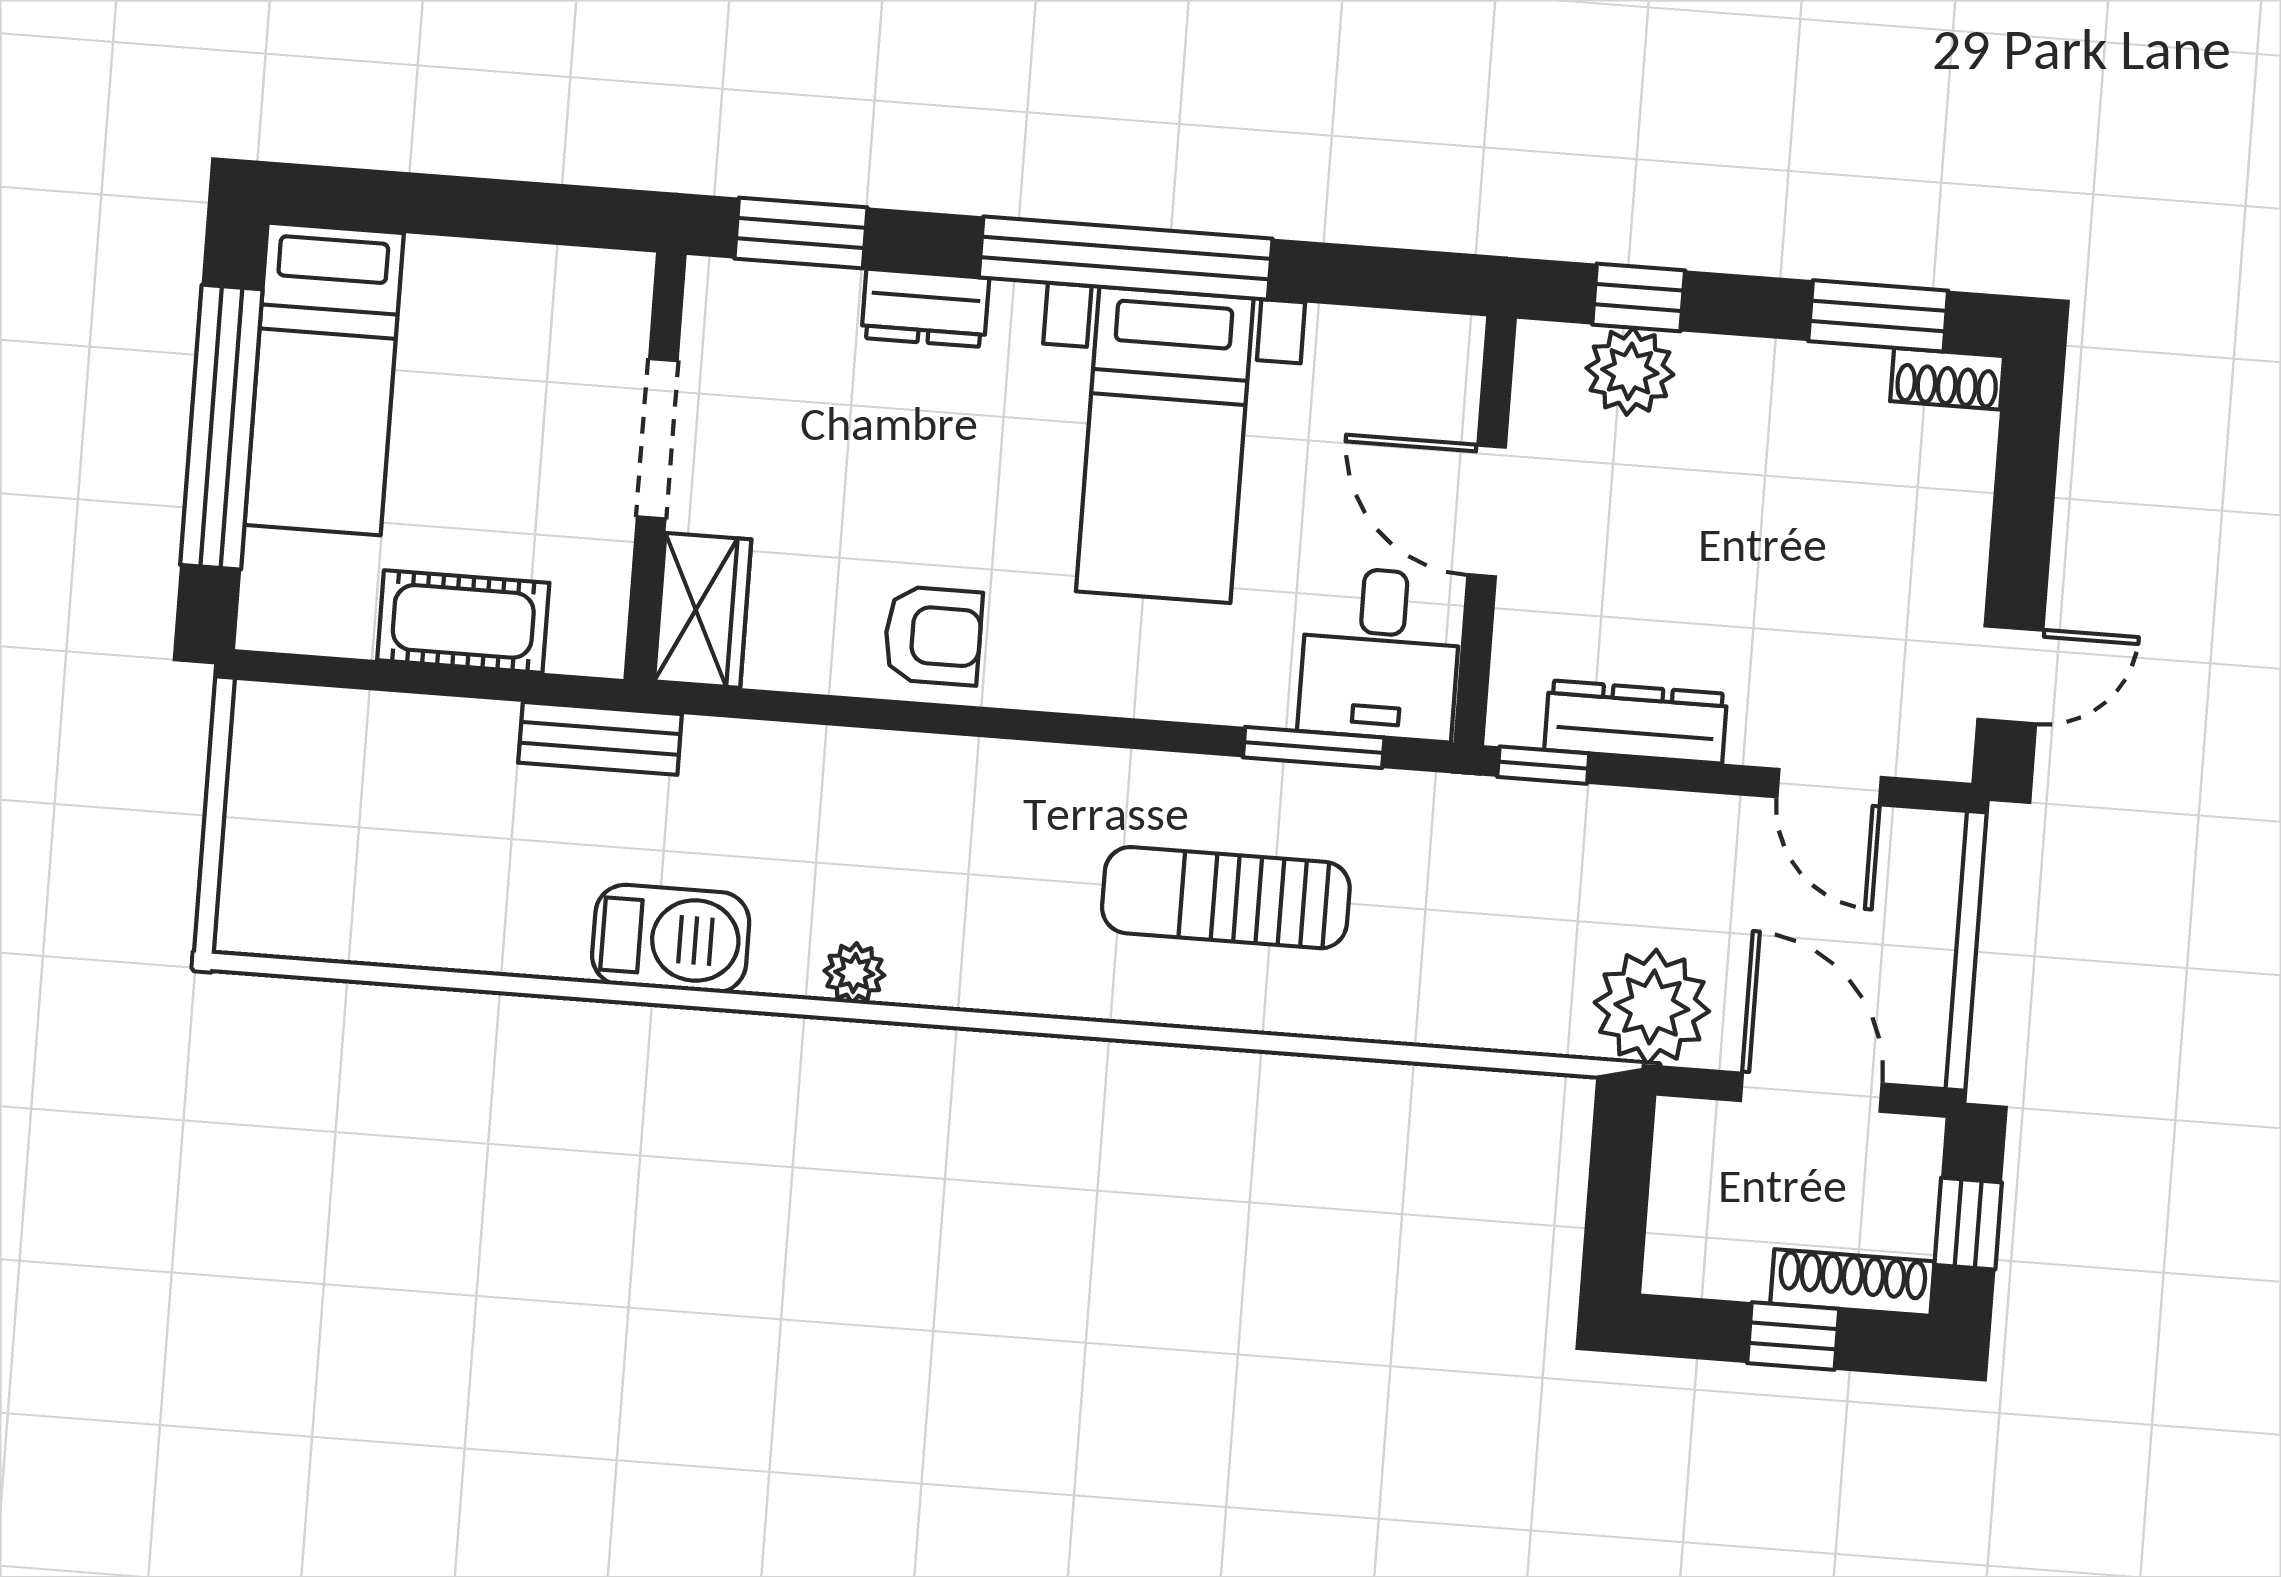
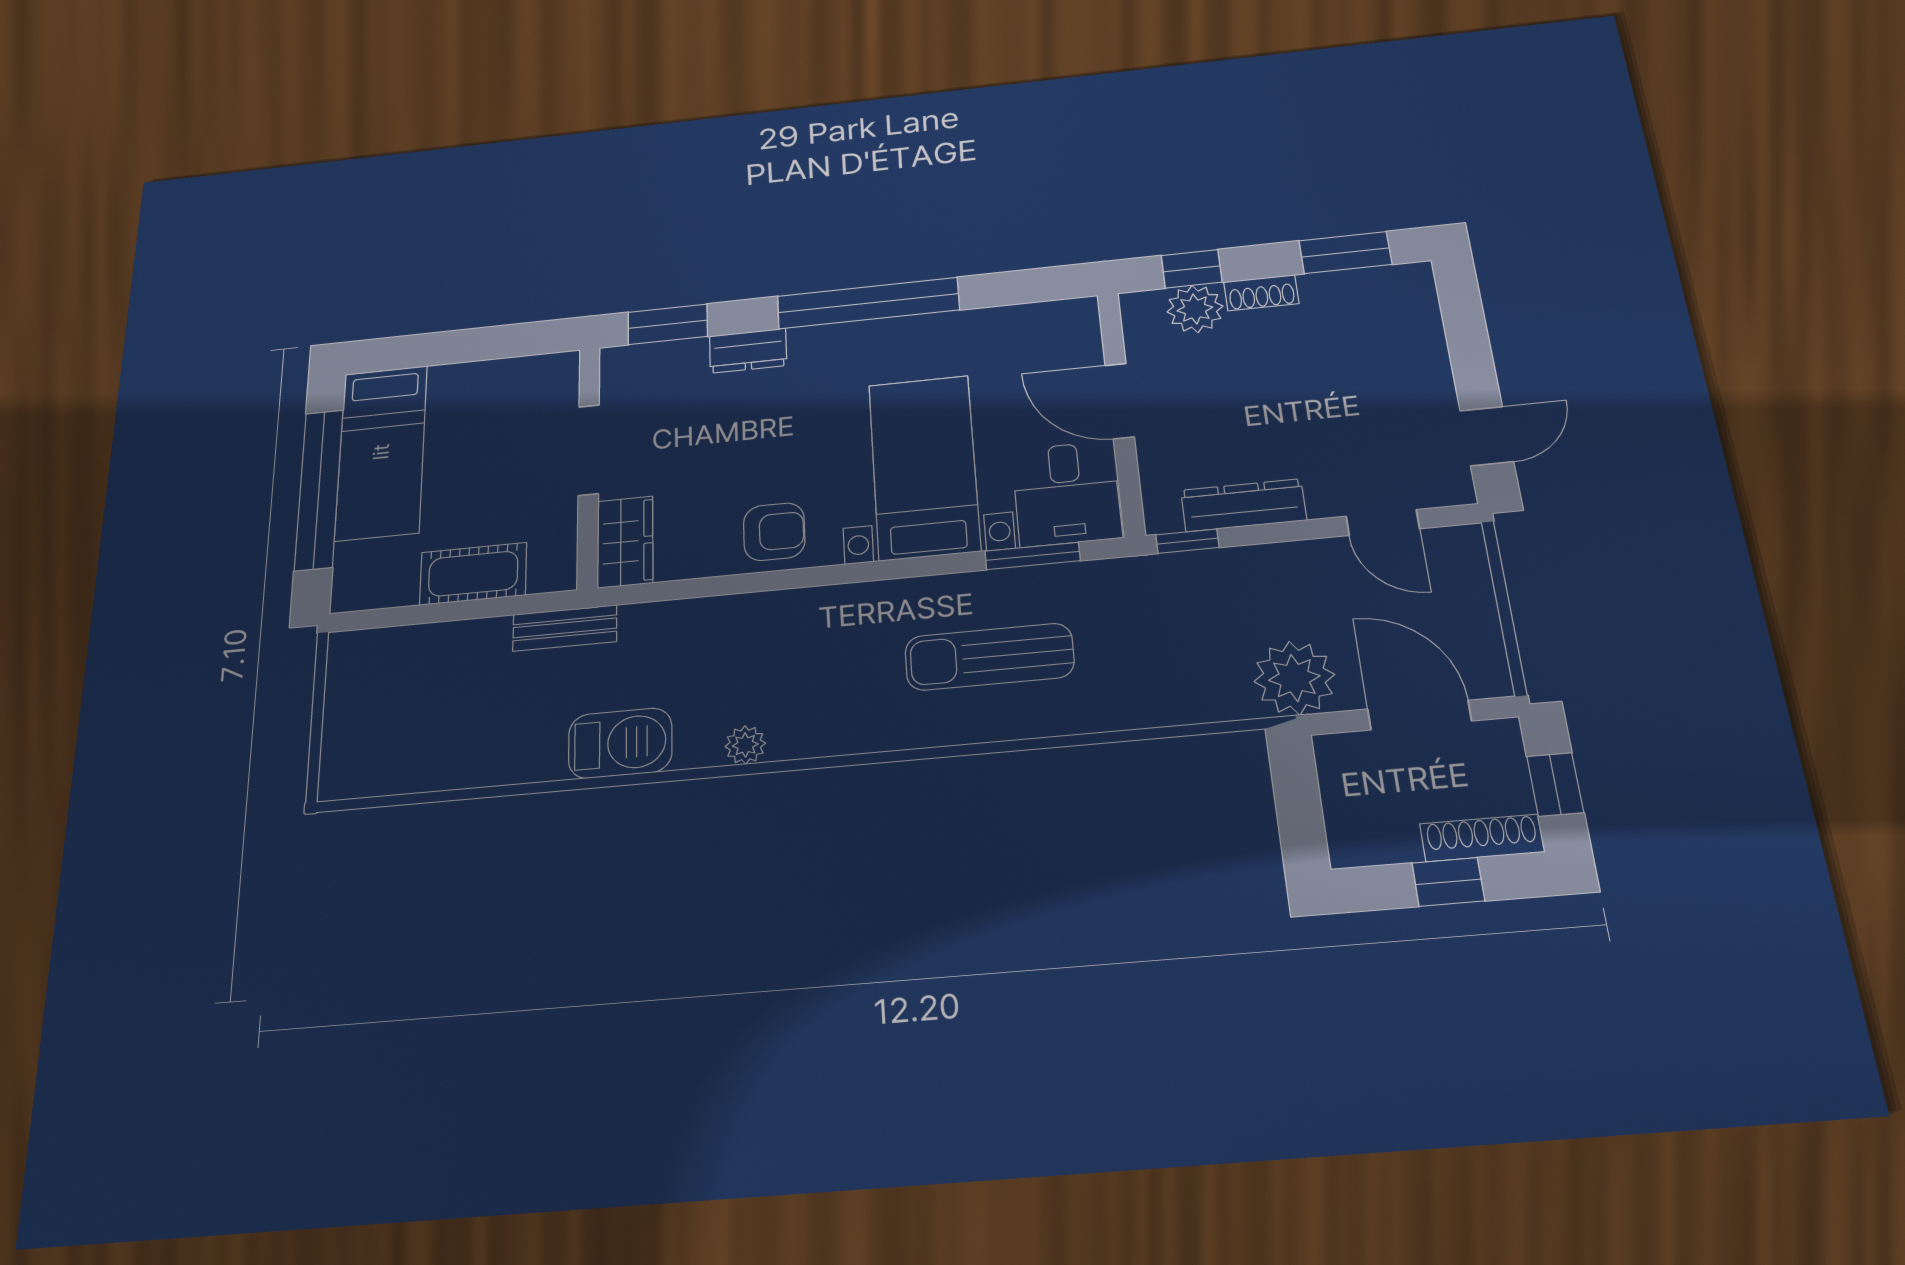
shoe rack: (1947, 379) -> (1261, 293), moved
bed with nightstands: (1165, 445) -> (924, 467), moved, turned 180

